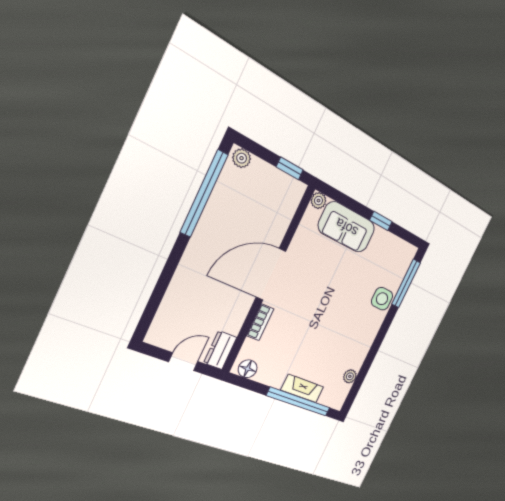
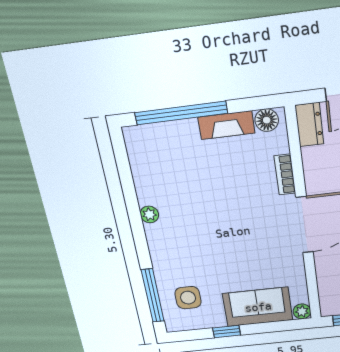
side table: (382, 299) -> (188, 298), moved
plant: (350, 376) -> (149, 214), moved
fireplace: (302, 388) -> (226, 125), moved

